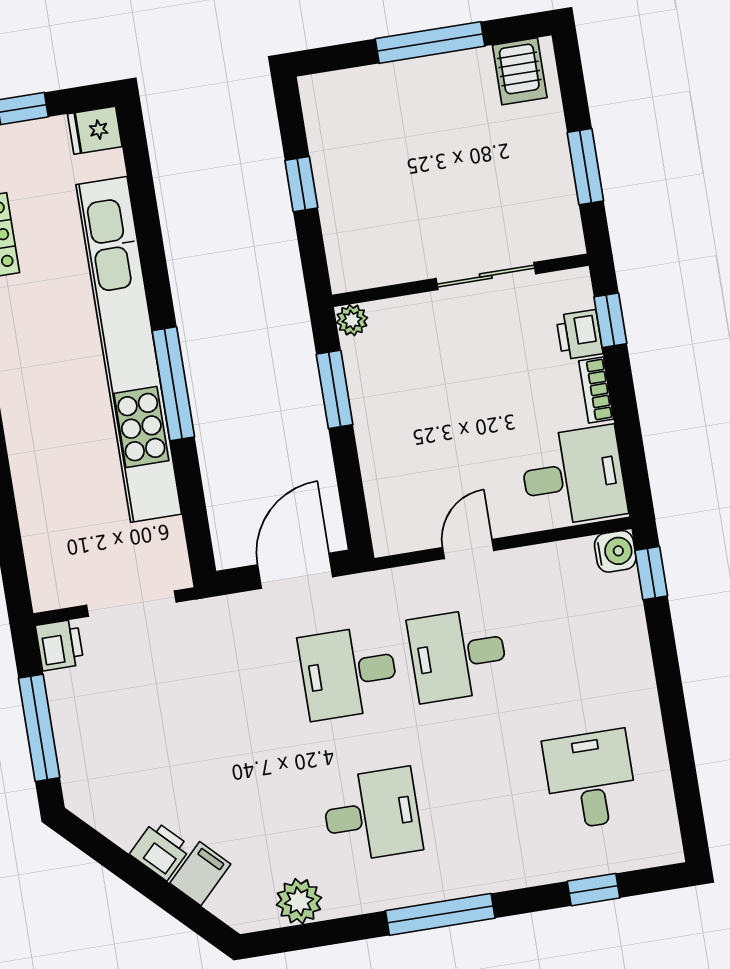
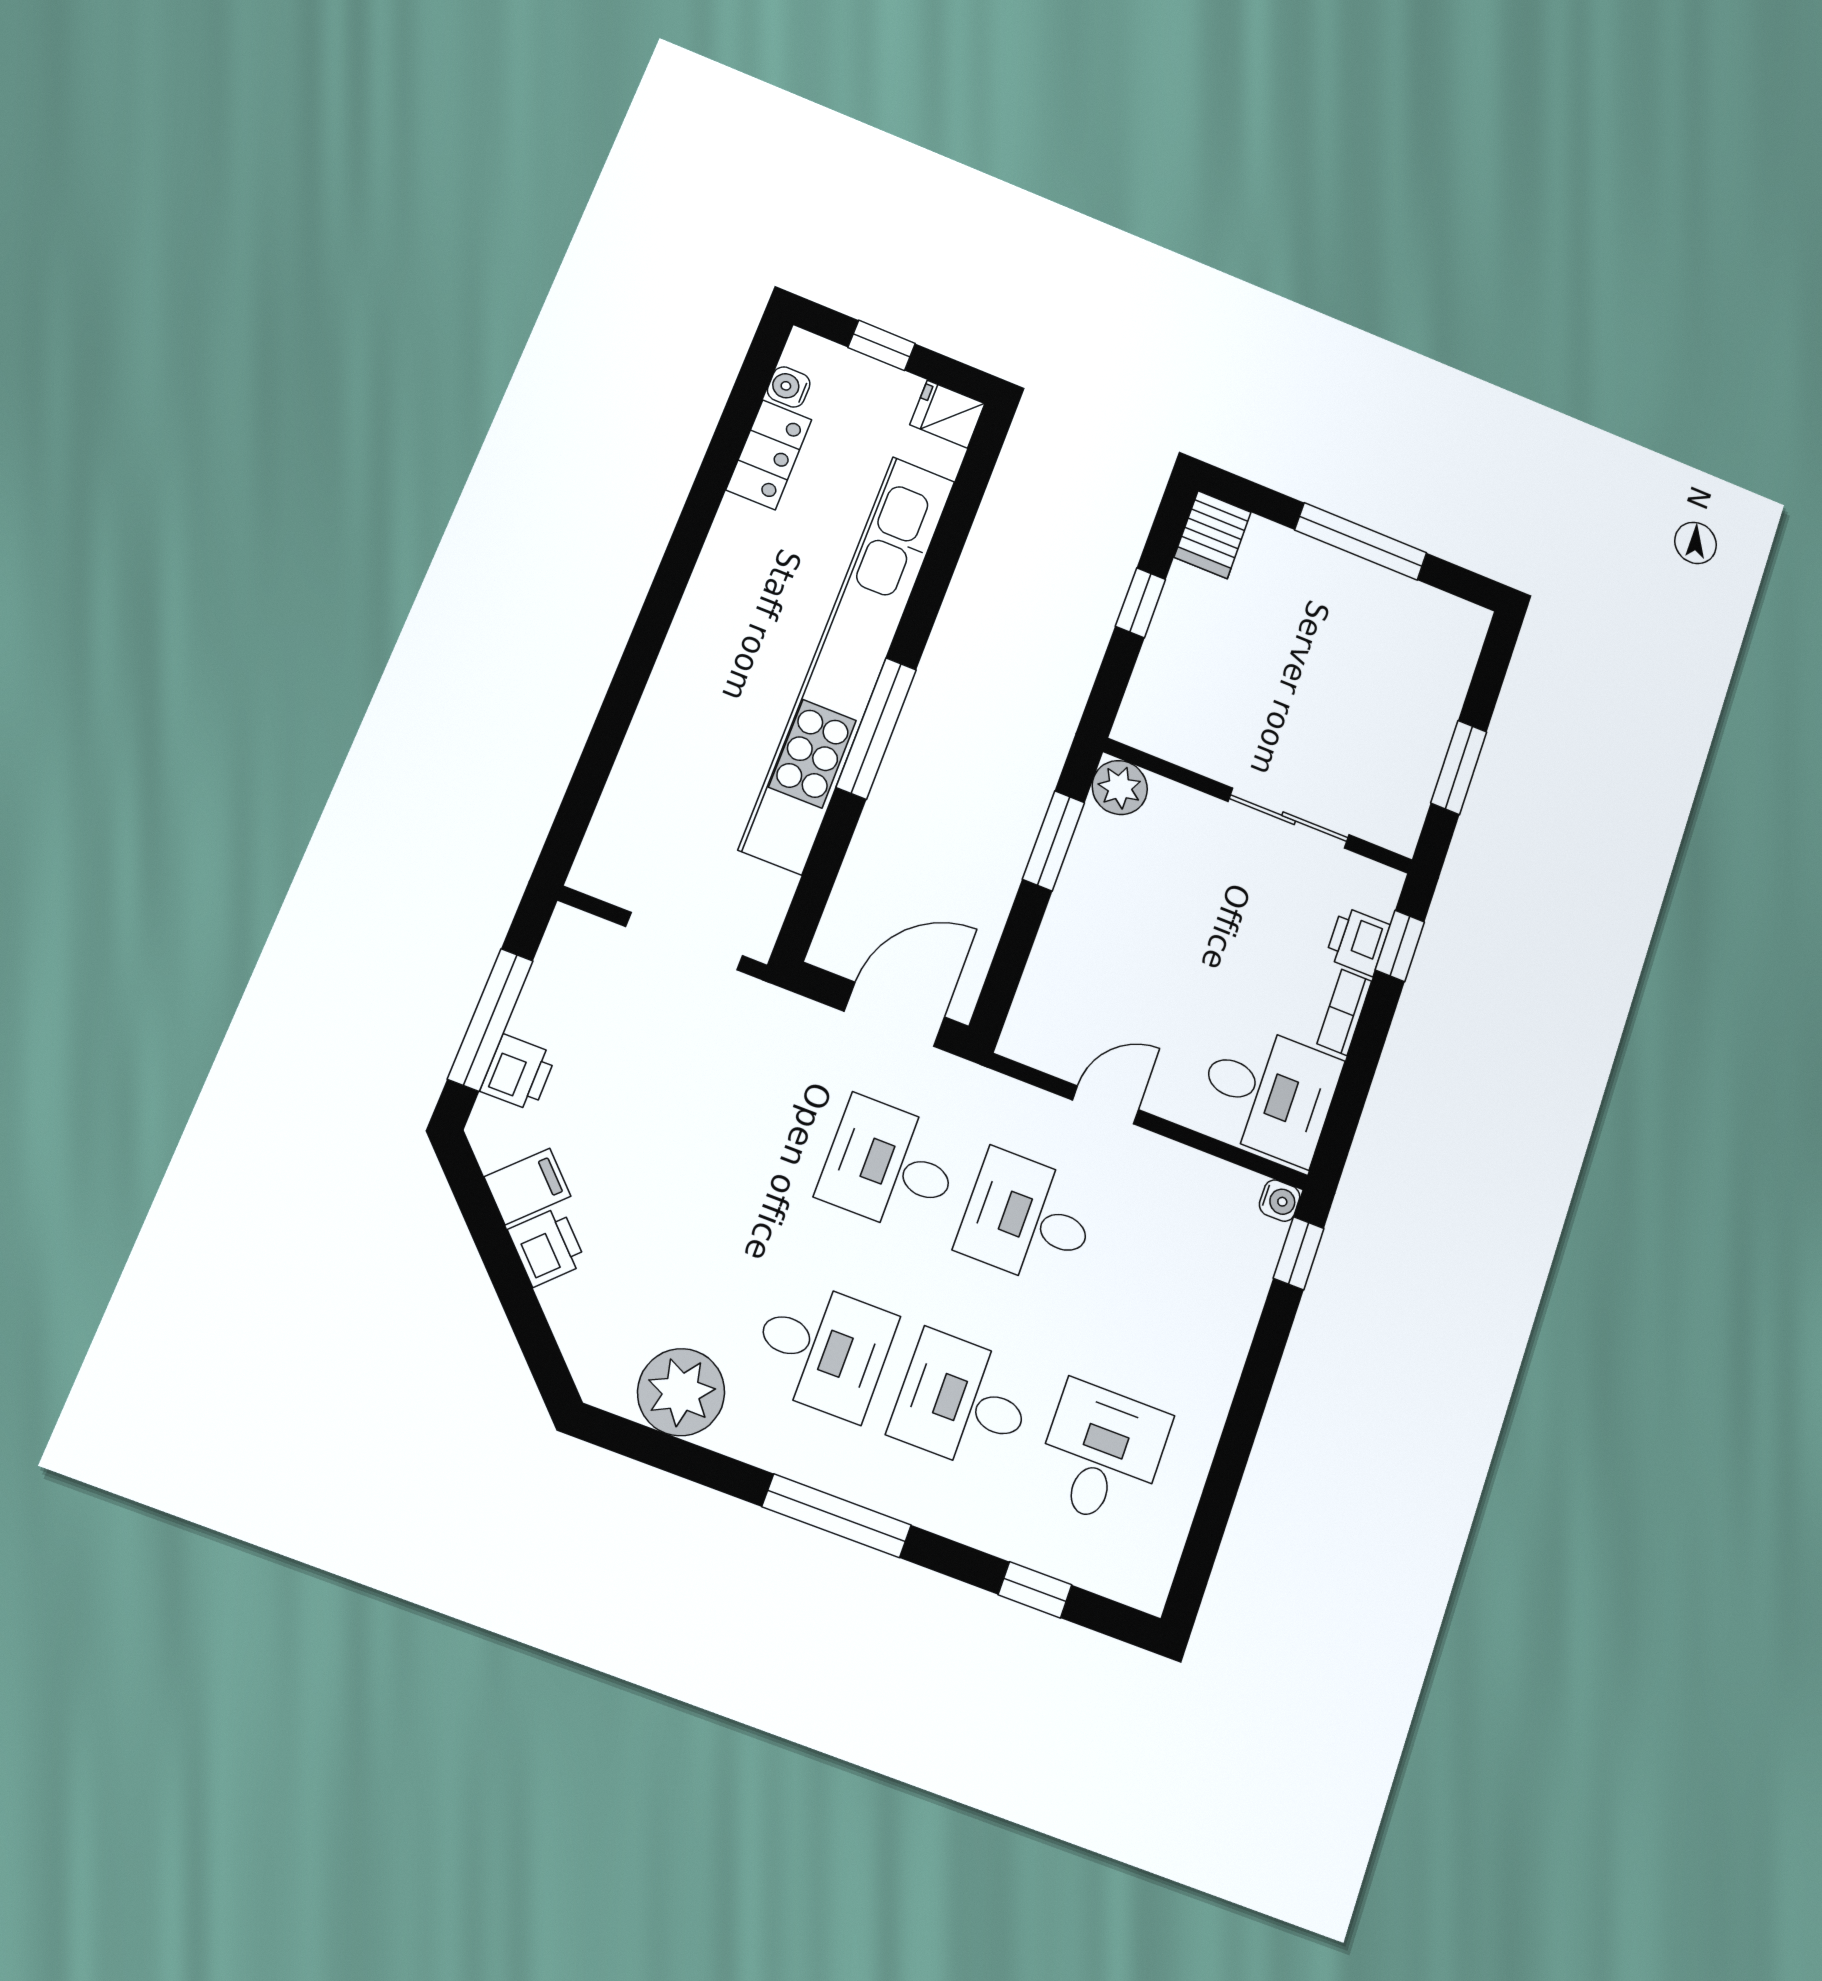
server rack: (520, 71) -> (1213, 535), moved
plant: (352, 320) -> (1120, 788), width x1.38, depth x1.38
water cooler: (615, 551) -> (1280, 1201), width x0.72, depth x0.72
printer: (60, 645) -> (518, 1073), moved
desk: (481, 797) -> (963, 1402), added
filing cabinet: (200, 874) -> (527, 1187), moved
plant: (299, 901) -> (681, 1392), width x1.36, depth x1.36

